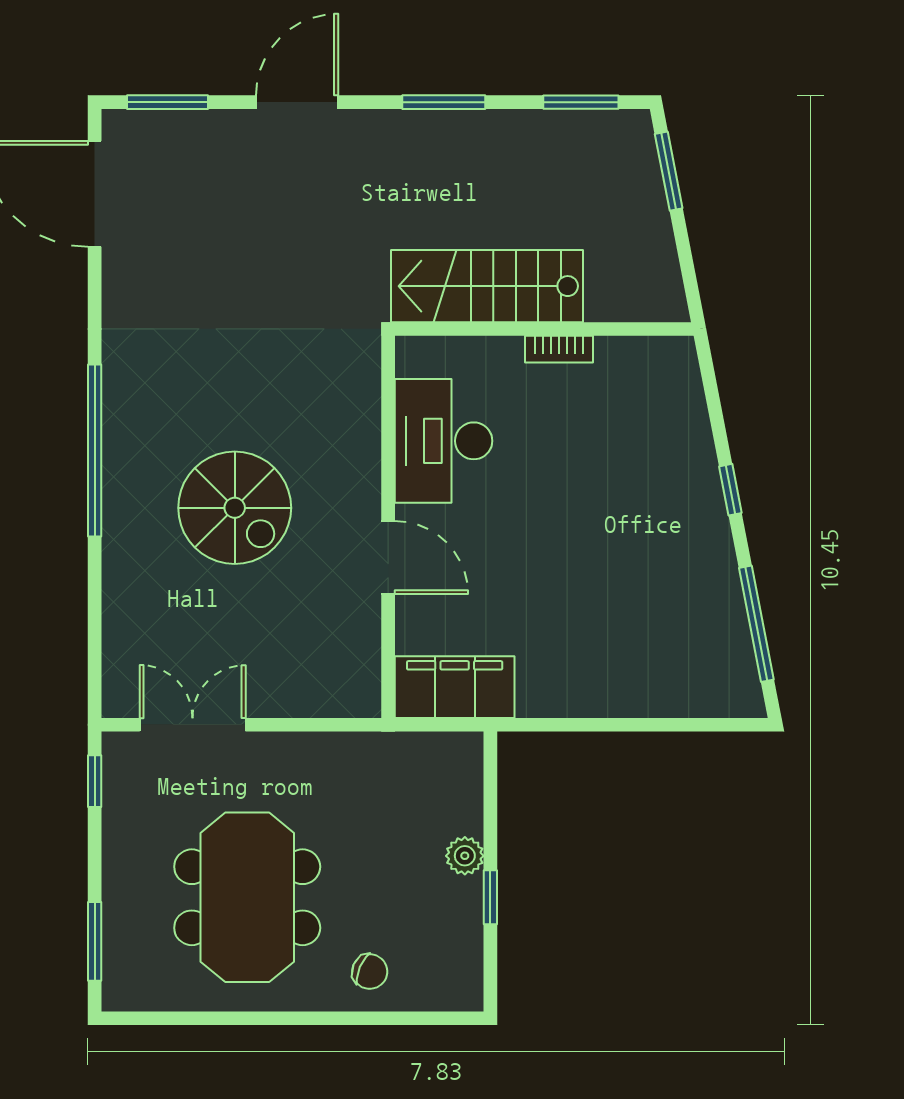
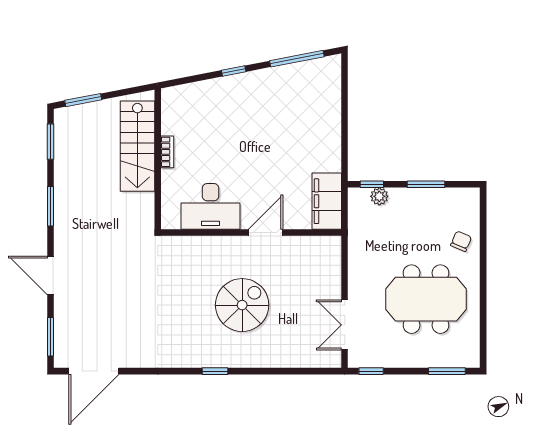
stairs: (487, 286) -> (137, 146), moved
window: (95, 450) -> (215, 371), width x0.32
window: (490, 783) -> (372, 184), added
plant: (465, 856) -> (379, 196), moved
window: (490, 897) -> (426, 184), width x1.50

